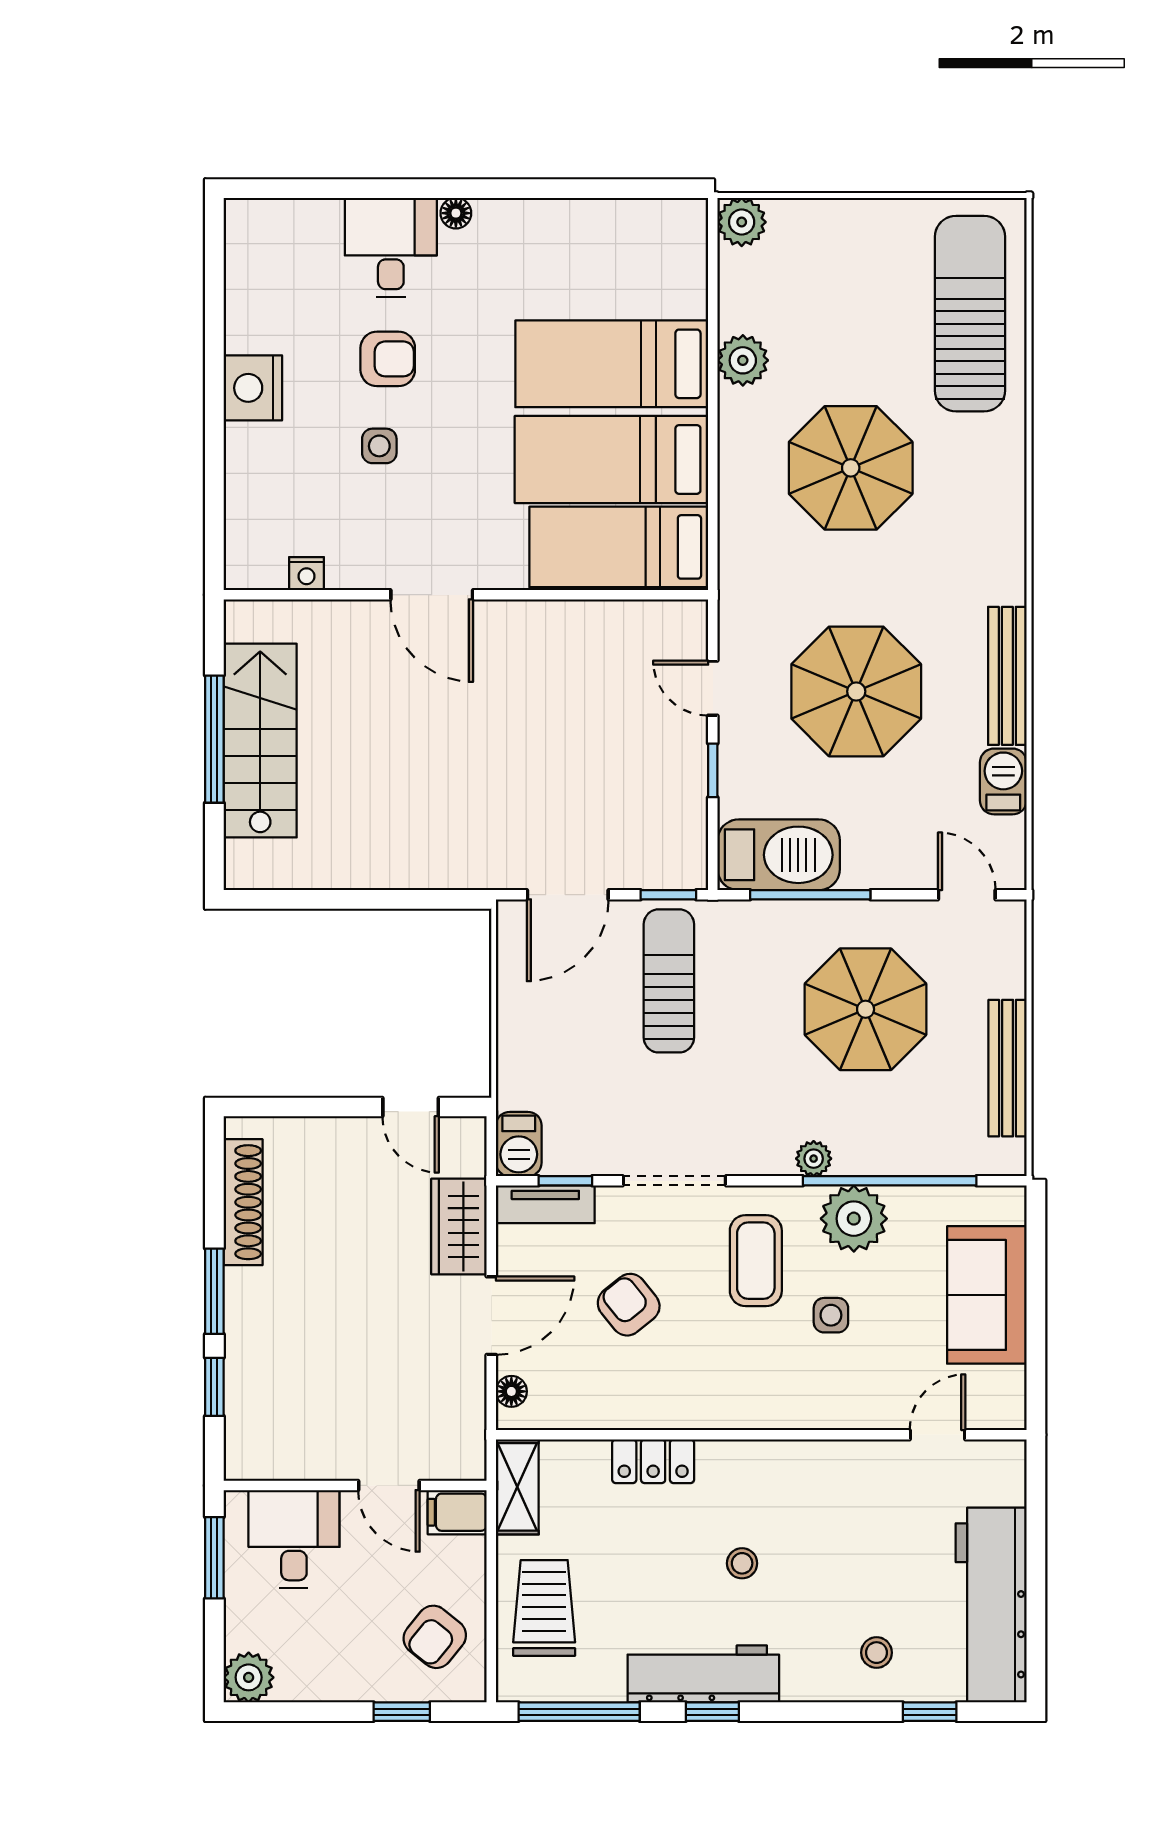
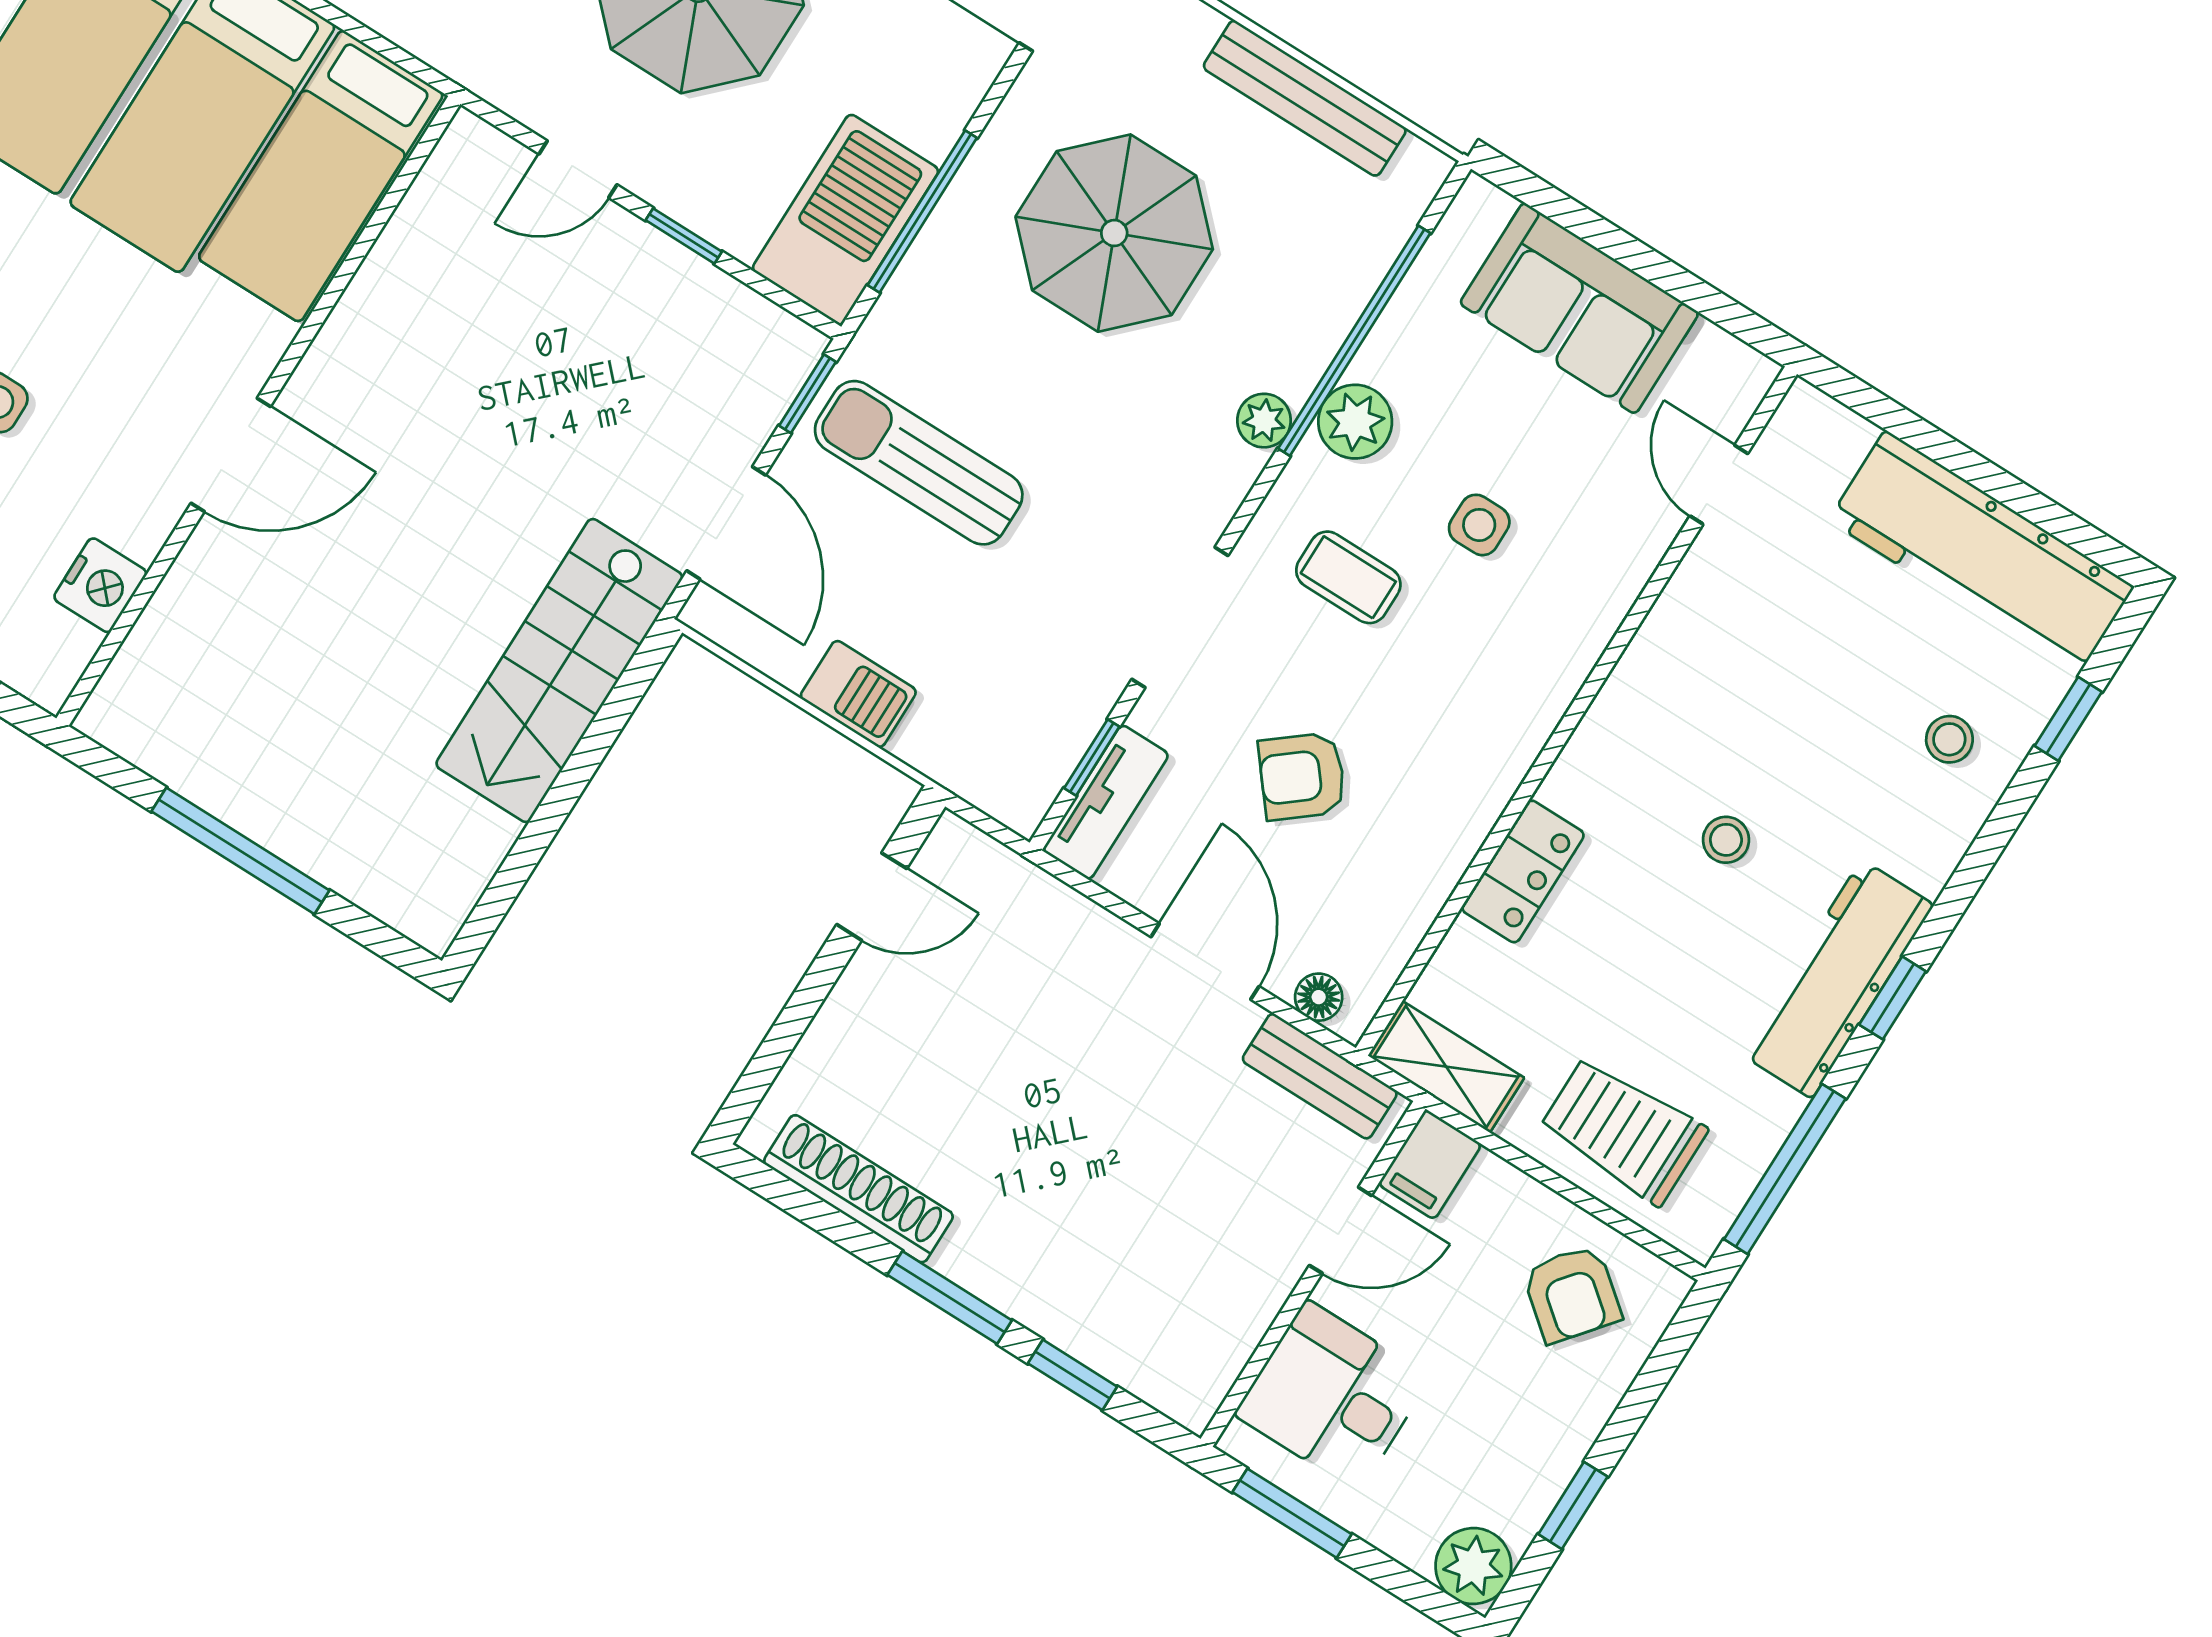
nightstand: (306, 574) -> (100, 585), width x1.39, depth x1.35
stairs: (260, 741) -> (559, 671), moved, turned -90
barbecue: (519, 1144) -> (858, 694), moved
plant: (854, 1219) -> (1355, 422), width x0.73, depth x0.73
wardrobe: (459, 1226) -> (1064, 931), removed
coffee table: (756, 1261) -> (1348, 577), width x0.73, depth x0.77
bench: (468, 1420) -> (1320, 1076), added
window: (402, 1712) -> (1573, 1505), moved

